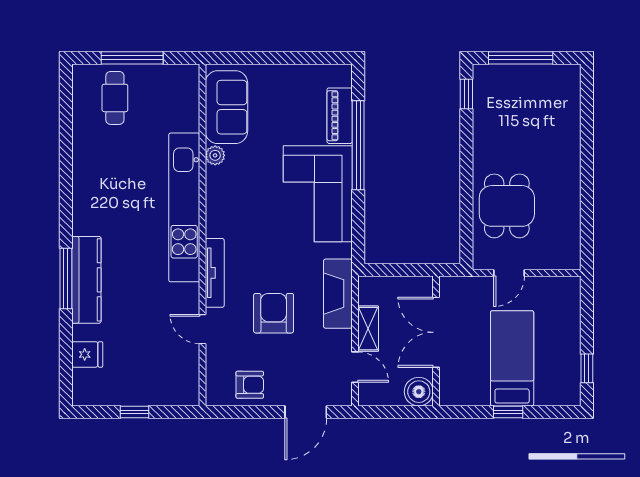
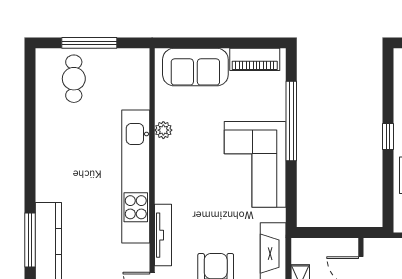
window: (466, 94) -> (388, 136), moved
sofa: (226, 107) -> (195, 67), moved, turned 90
piano: (340, 116) -> (255, 59), moved, turned -90

